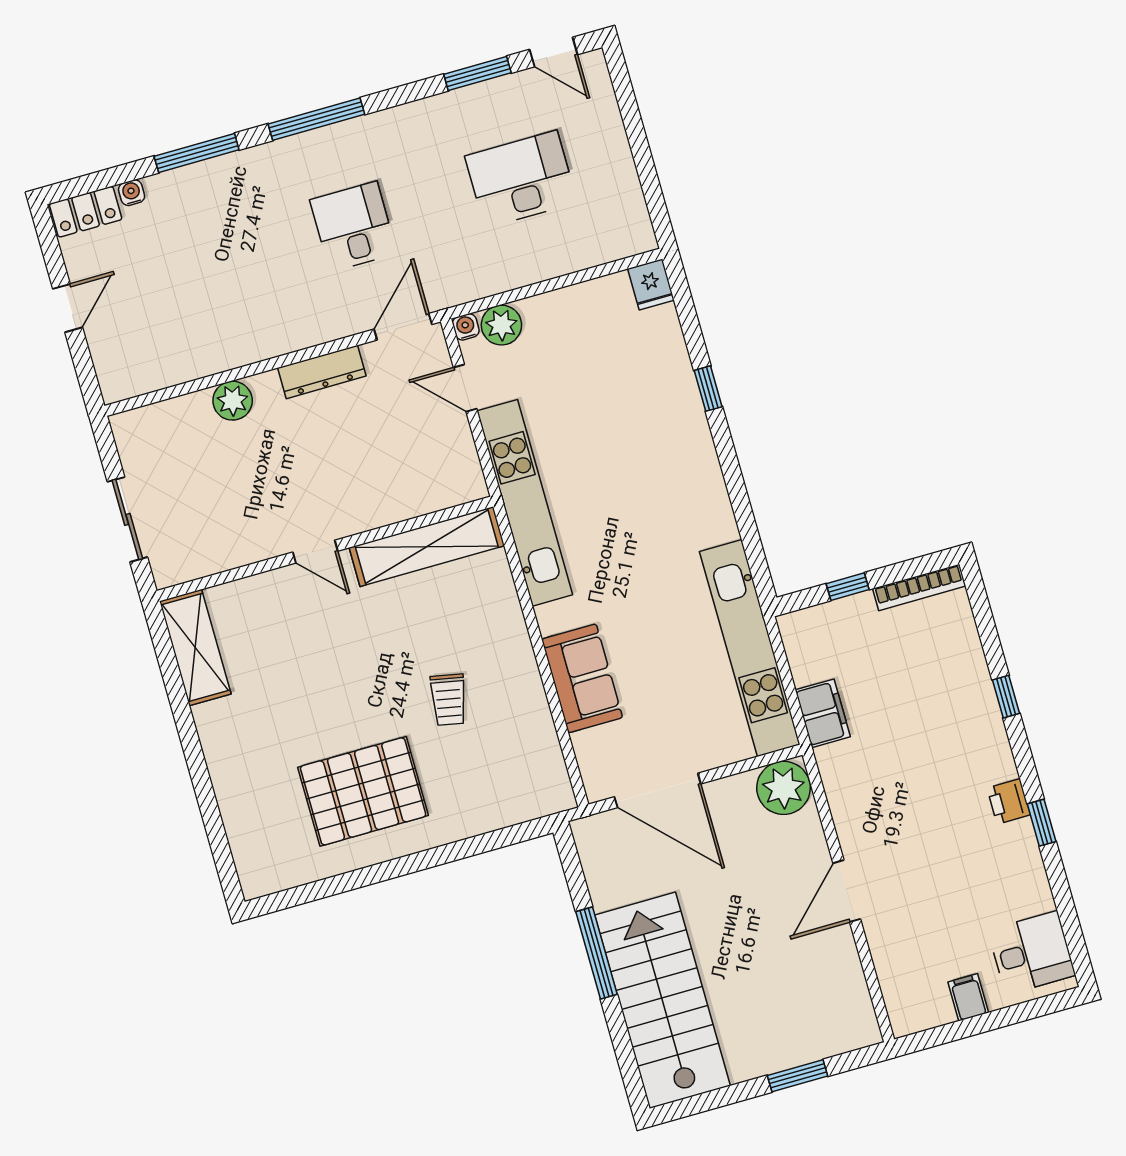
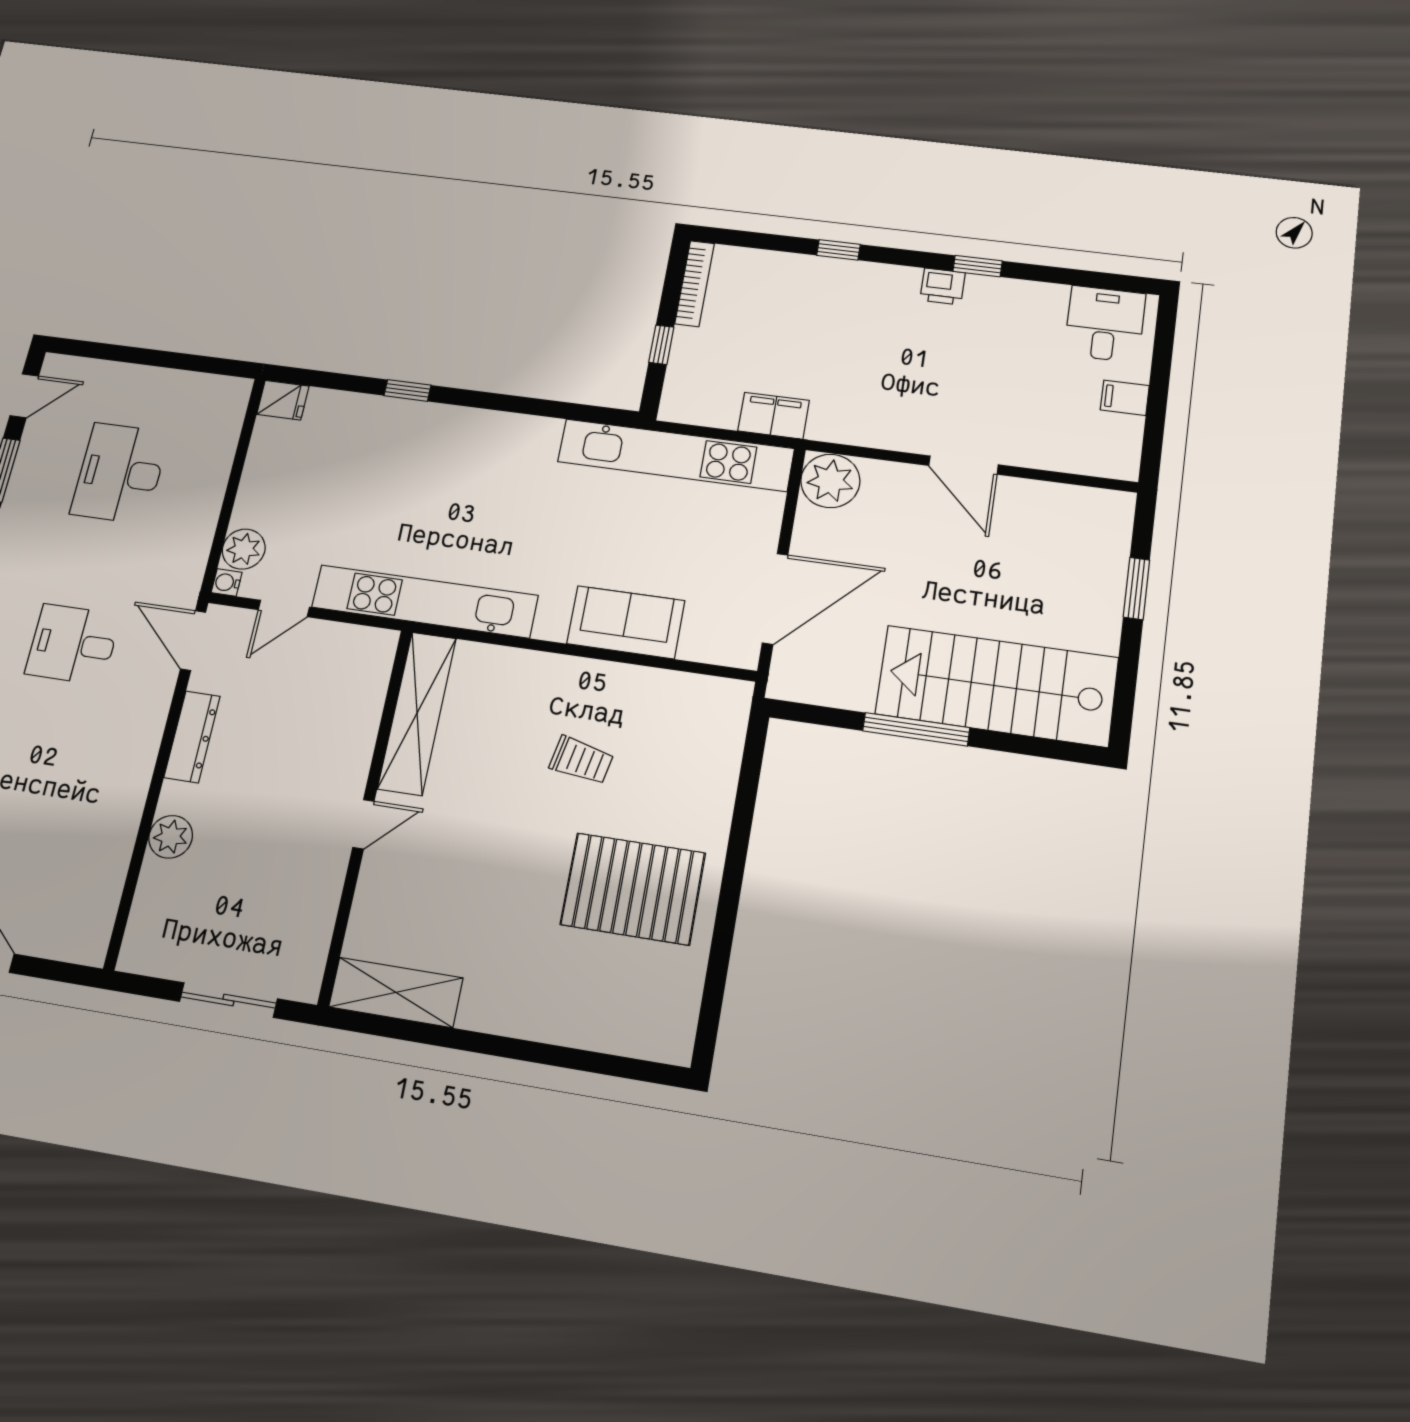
pallet: (363, 791) -> (633, 889), turned 90

